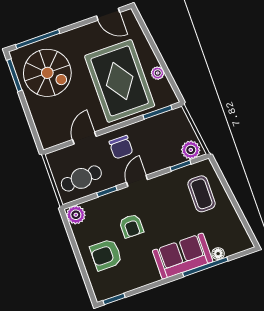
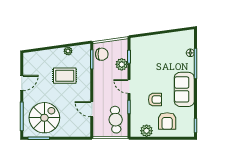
door: (108, 14) -> (22, 83), moved
rug: (120, 81) -> (65, 76), width x0.54, depth x0.49
chair: (121, 147) -> (102, 54), moved
plant: (191, 150) -> (122, 64), moved
coffee table: (201, 194) -> (151, 50), removed
plant: (76, 215) -> (147, 131), moved
sofa: (183, 256) -> (184, 89), moved

